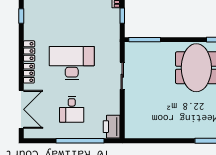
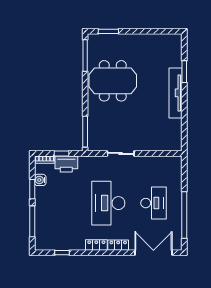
desk: (72, 109) -> (154, 203), width x1.37
printer: (112, 127) -> (66, 164), moved
tv unit: (184, 132) -> (176, 93), added
window: (80, 141) -> (184, 215), moved

